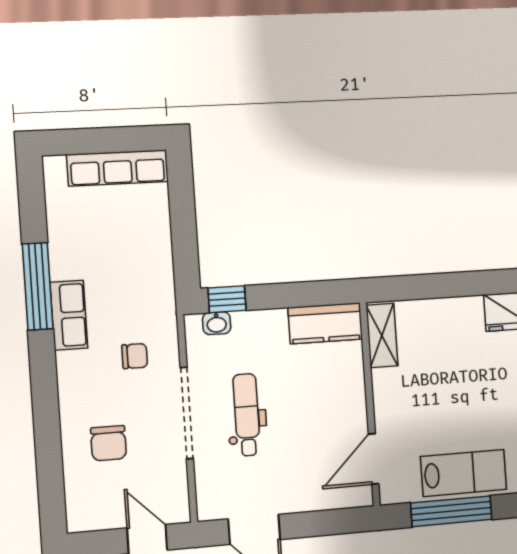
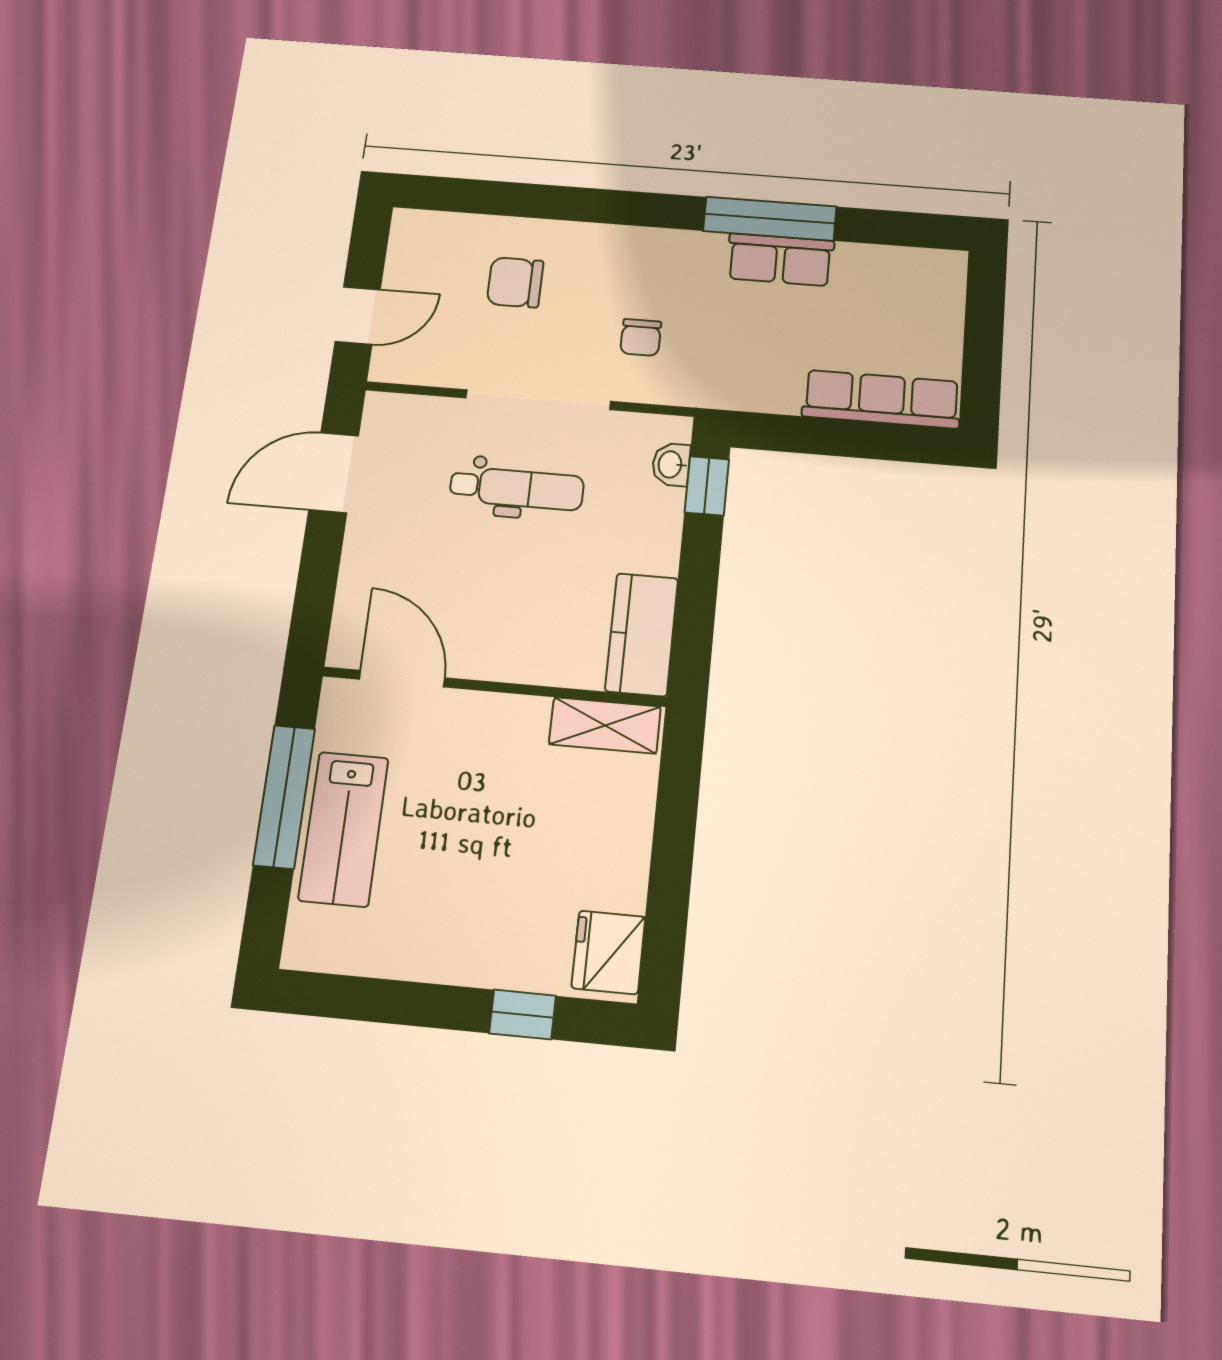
row of seats: (118, 168) -> (882, 399), moved, turned 90
row of seats: (69, 315) -> (780, 260), moved

